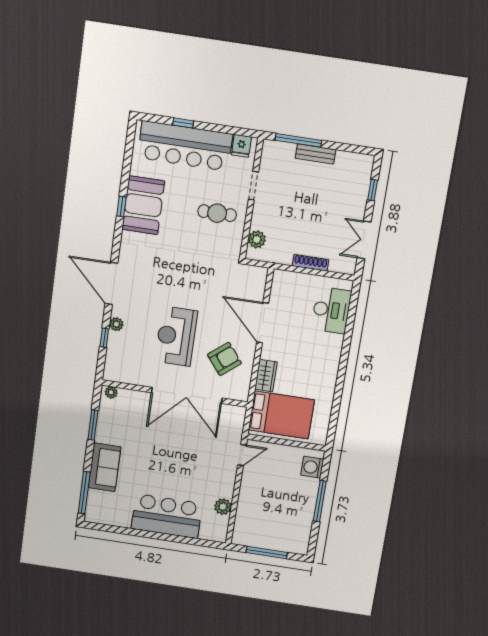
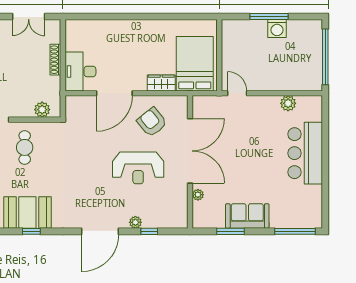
desk: (331, 310) -> (80, 71), moved, turned -90
plant: (111, 392) -> (198, 195), moved
sofa: (104, 467) -> (247, 216), moved
washing machine: (312, 467) -> (277, 29), moved
window: (267, 552) -> (325, 57), width x1.46

